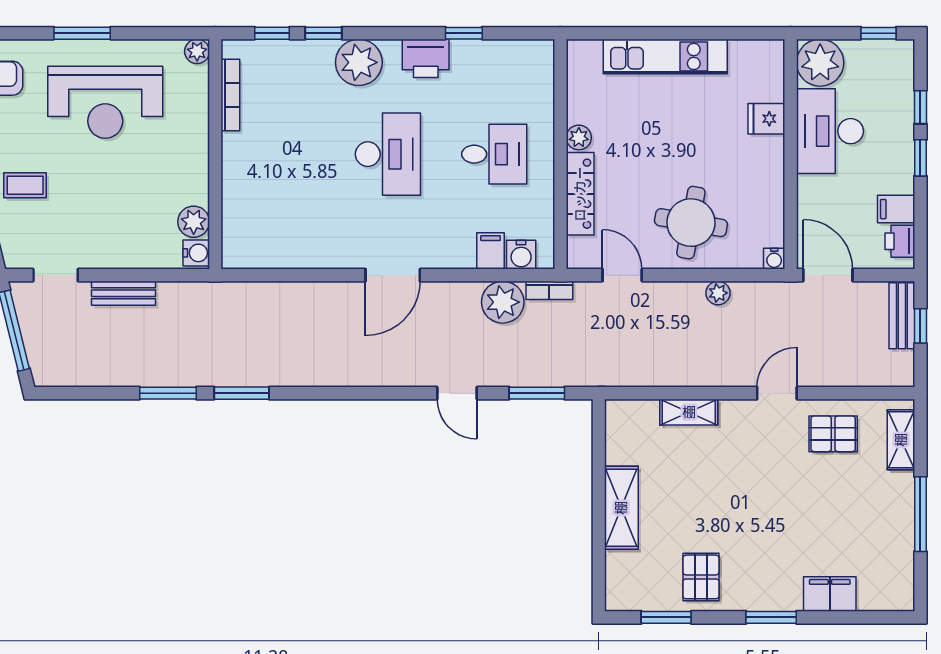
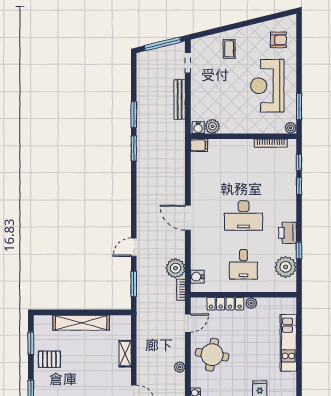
window: (82, 33) -> (299, 106), moved
plant: (359, 62) -> (286, 267), moved
filing cabinet: (491, 251) -> (199, 145), moved
bench: (123, 293) -> (180, 99), width x1.36
shelving: (621, 508) -> (81, 323), width x1.47

